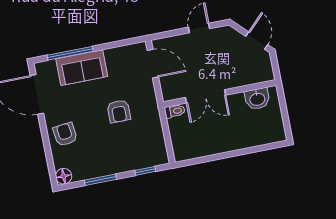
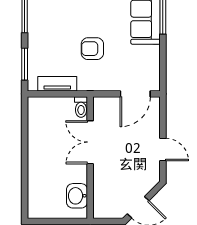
tv unit: (158, 137) -> (57, 84), added
window: (145, 171) -> (25, 64), width x1.50

